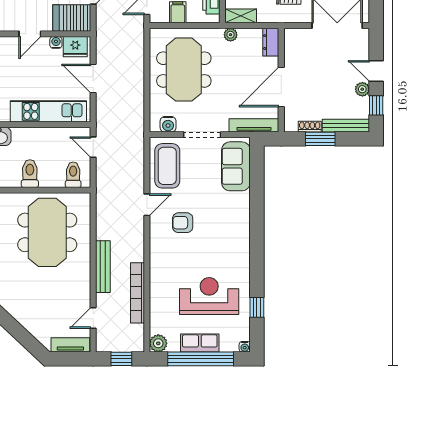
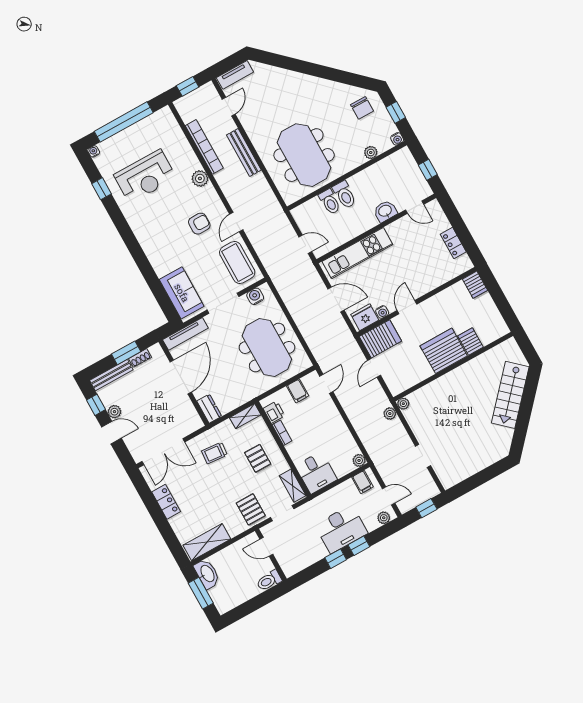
plant: (231, 35) -> (245, 396), removed
toilet: (73, 175) -> (330, 202), moved
plant: (158, 343) -> (200, 178), moved
row of seats: (200, 343) -> (132, 134), removed

